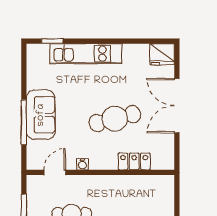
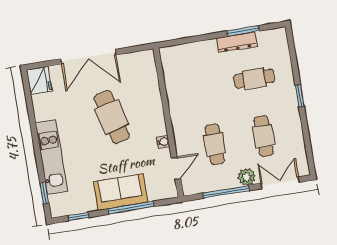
window: (24, 70) -> (78, 217), added
locker: (134, 161) -> (152, 90), removed
door: (55, 172) -> (176, 168), swing flipped

